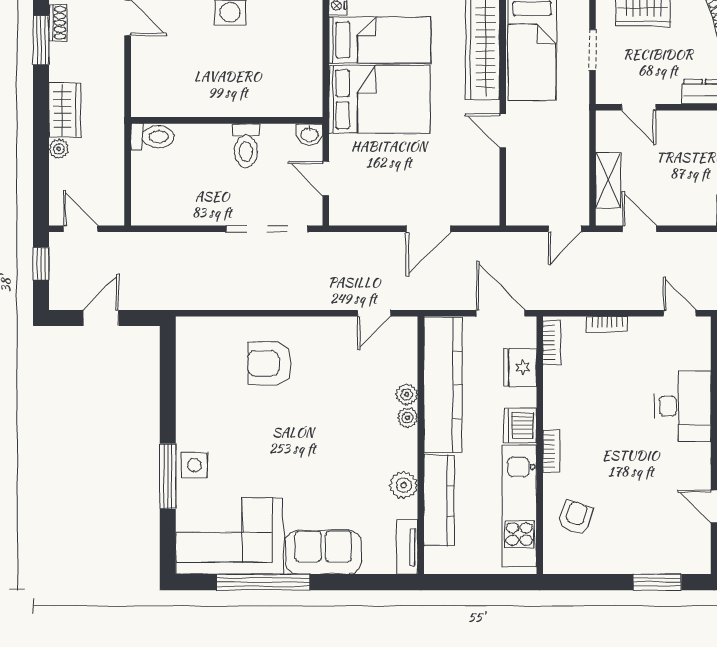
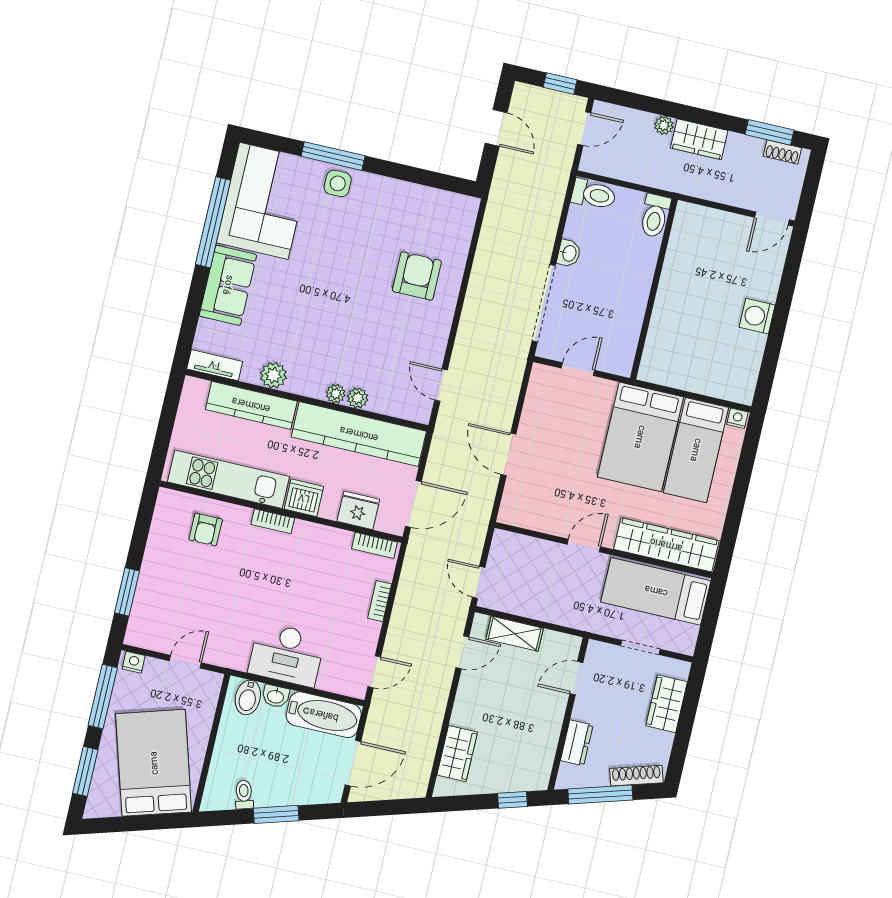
washbasin: (309, 134) -> (569, 253), moved, turned 180
toilet: (246, 145) -> (594, 194), moved, turned 180
armchair: (576, 517) -> (206, 530), turned 73

